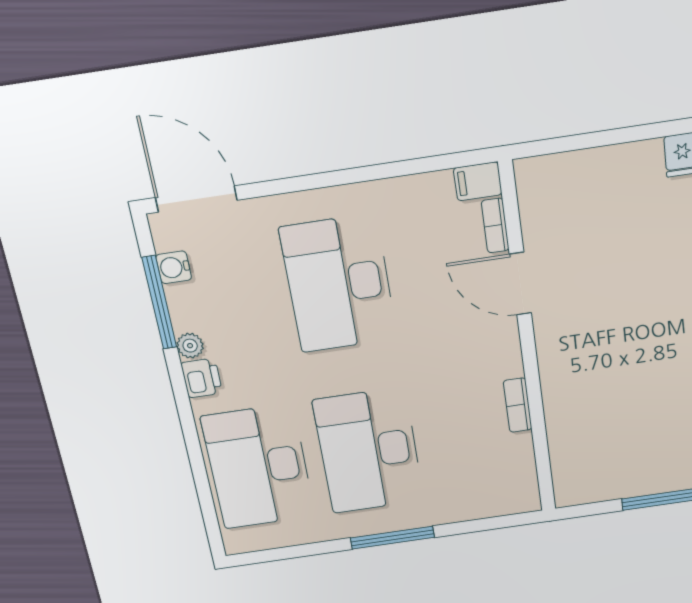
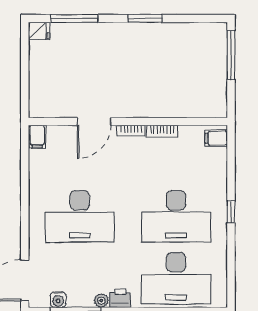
bookcase: (495, 226) -> (131, 131), moved
filing cabinet: (517, 496) -> (216, 138), added
window: (392, 538) -> (231, 212), width x0.46

